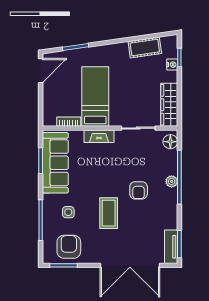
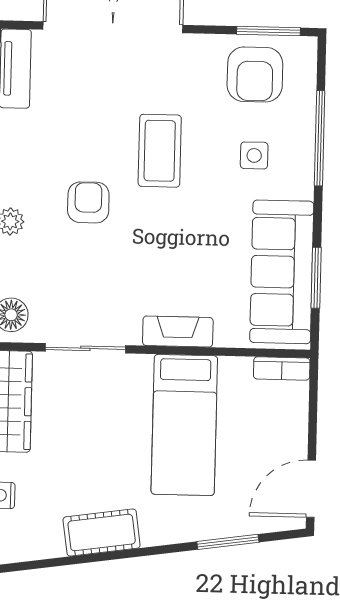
cot: (145, 48) -> (102, 533), moved
bookcase: (69, 122) -> (282, 368), moved

